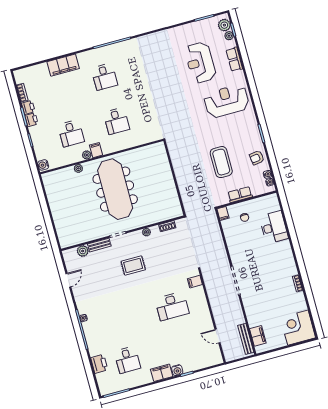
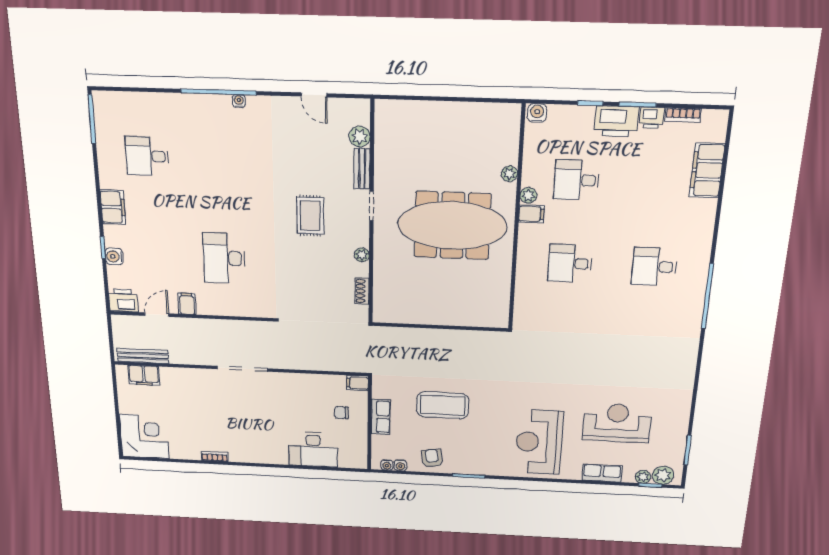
filing cabinet: (63, 65) -> (707, 170), moved
reception desk: (226, 101) -> (539, 442), turned 180
printer: (31, 120) -> (617, 121), width x1.87, depth x1.48
filing cabinet: (195, 282) -> (187, 304), moved
printer: (99, 364) -> (123, 301), moved, turned 180
water cooler: (177, 370) -> (114, 256), moved

